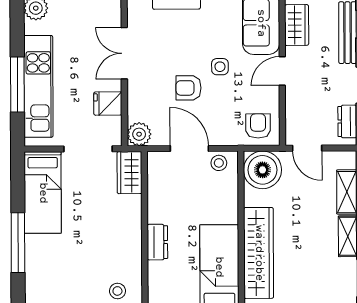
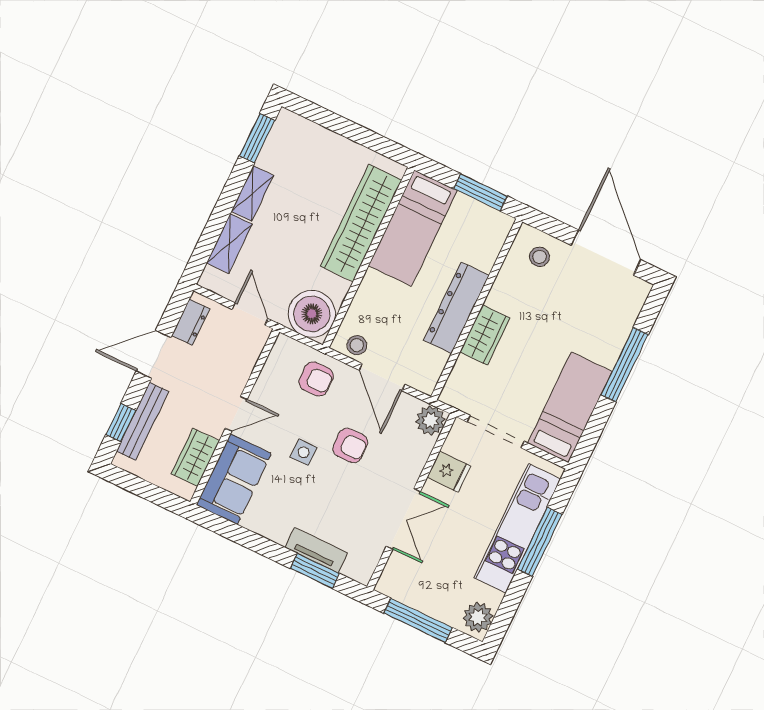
armchair: (258, 126) -> (316, 379), moved, turned -90
wardrobe: (130, 173) -> (485, 335), moved
dresser: (157, 242) -> (456, 308), width x1.96, depth x1.24

